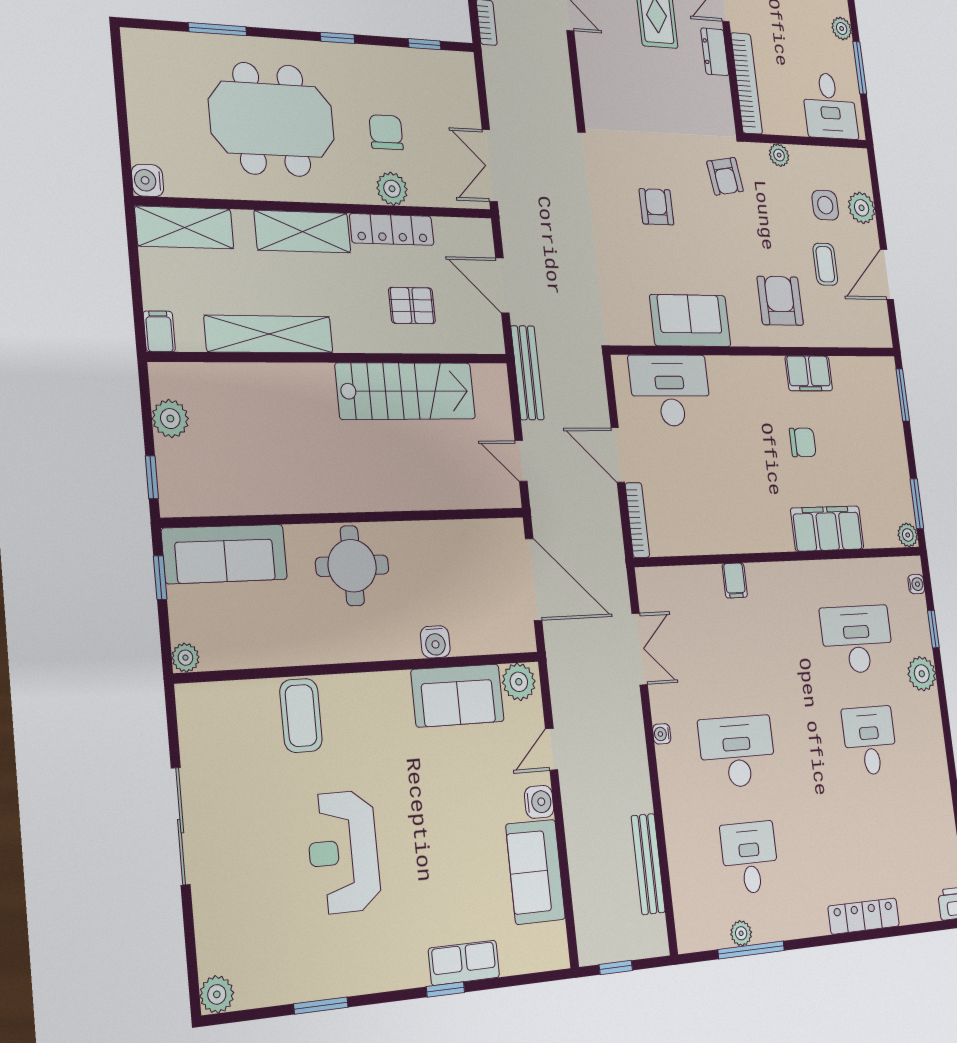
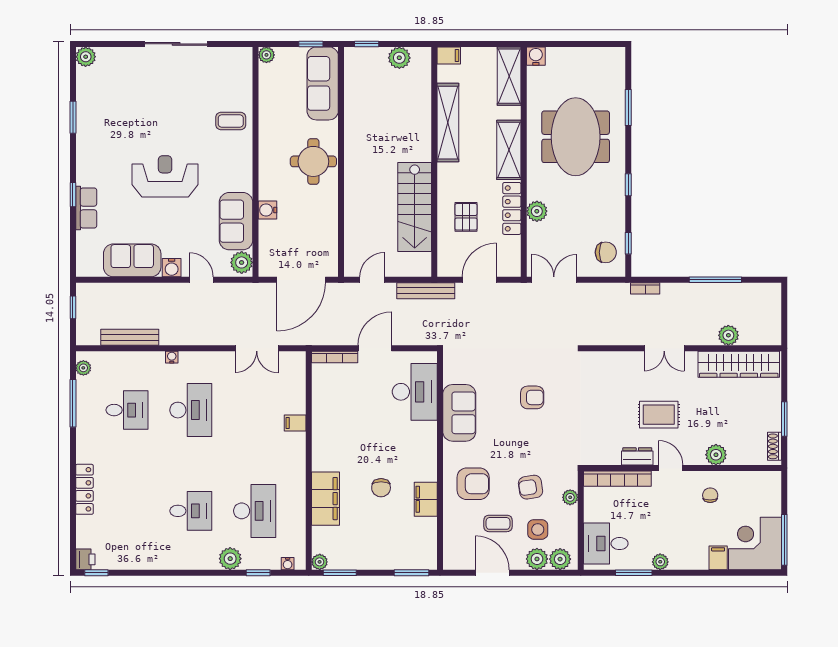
chair: (386, 132) -> (606, 252), moved
plant: (857, 174) -> (560, 559), added
armchair: (725, 176) -> (530, 487), moved
coffee table: (301, 716) -> (231, 121), width x0.73, depth x0.77
water cooler: (662, 734) -> (172, 357), moved
reception desk: (343, 852) -> (165, 176), moved
plant: (741, 933) -> (83, 368), moved

